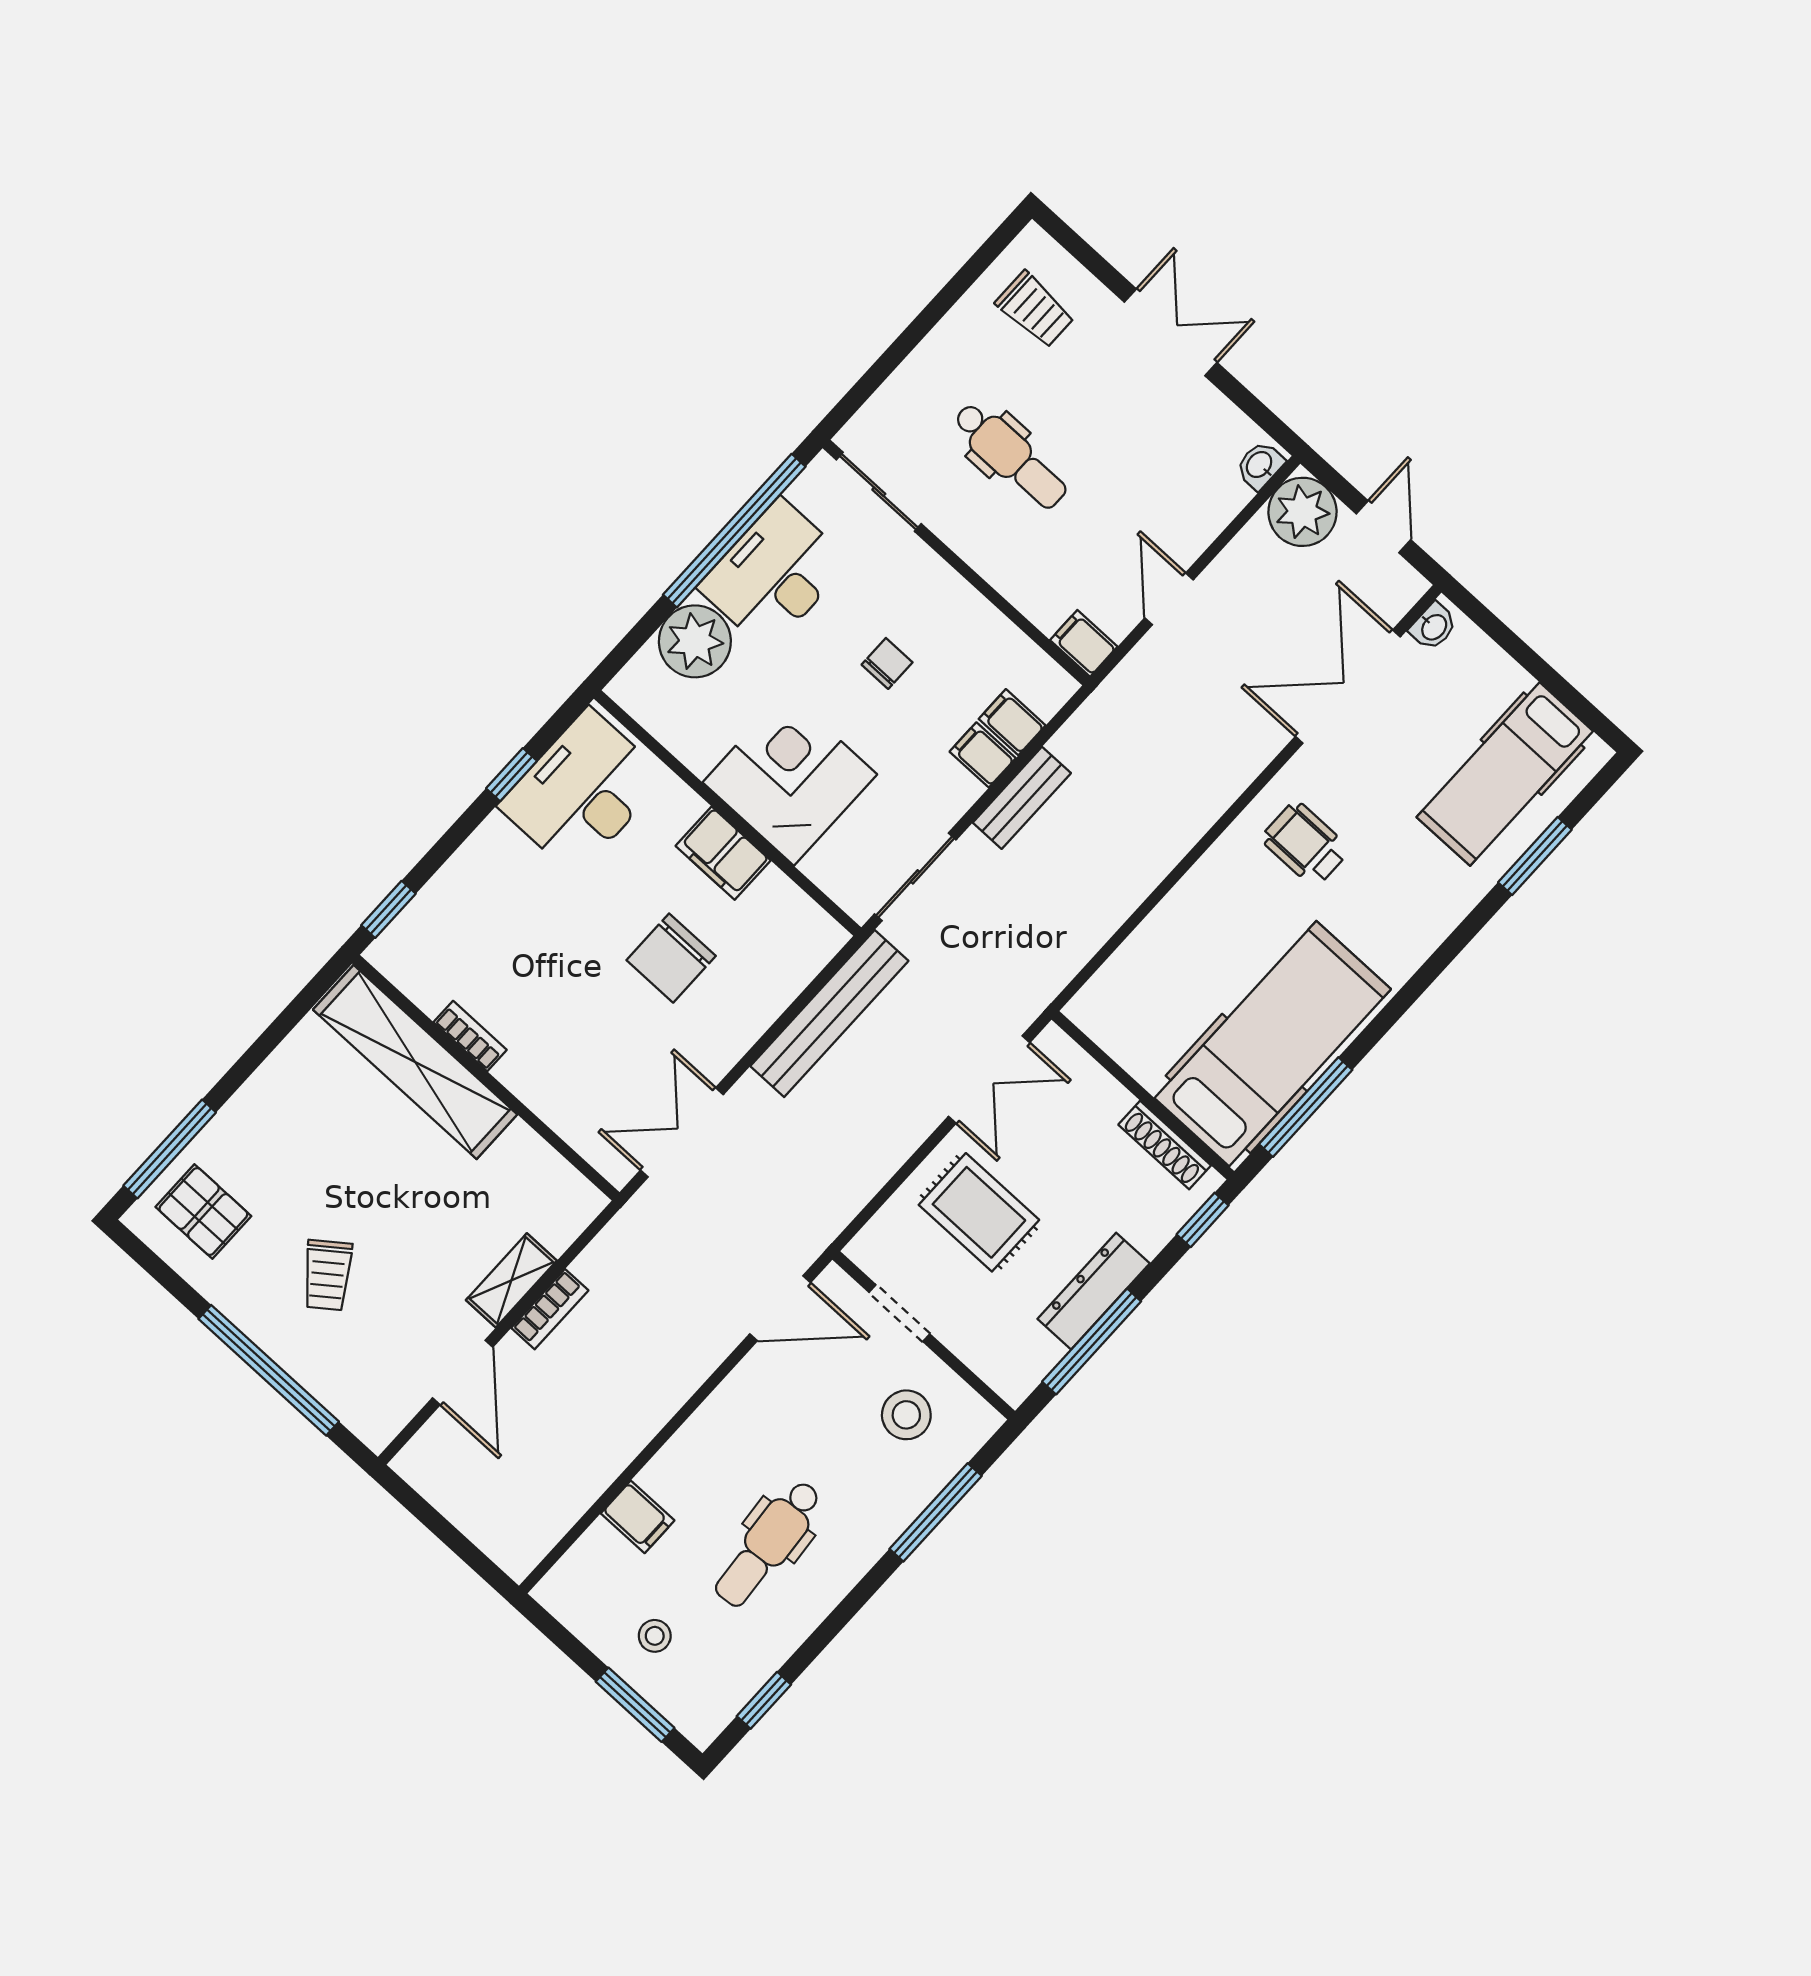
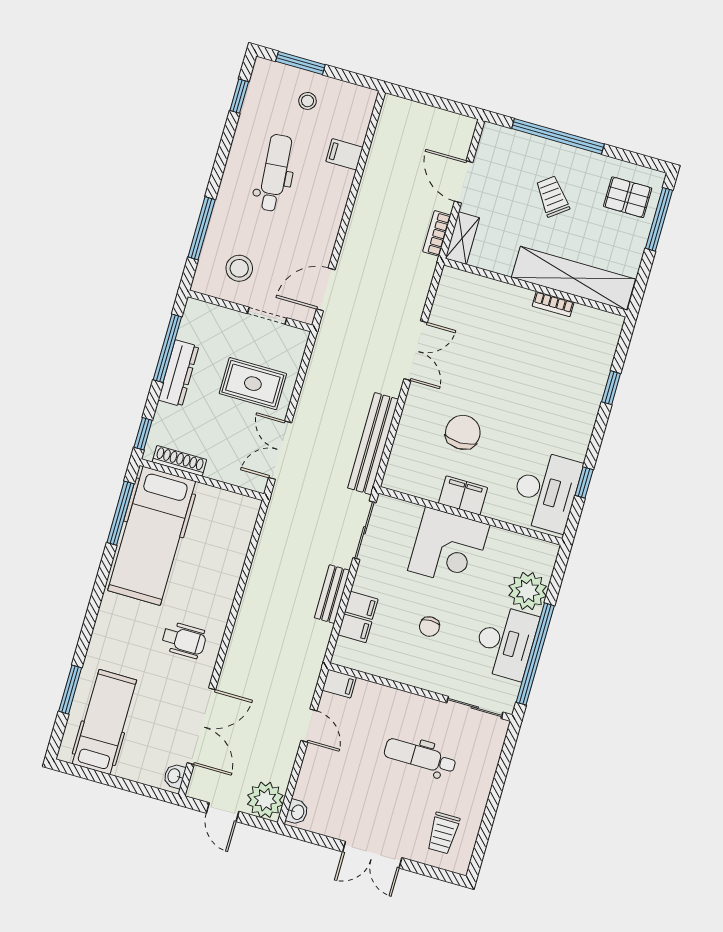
trolley: (1035, 310) -> (443, 833), turned -90
bookcase: (470, 1036) -> (553, 304), moved
shelving: (415, 1062) -> (573, 278), moved
wall: (486, 1078) -> (535, 288), moved

